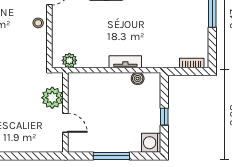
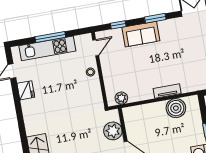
boiler: (138, 79) -> (176, 108), width x1.86, depth x1.86

